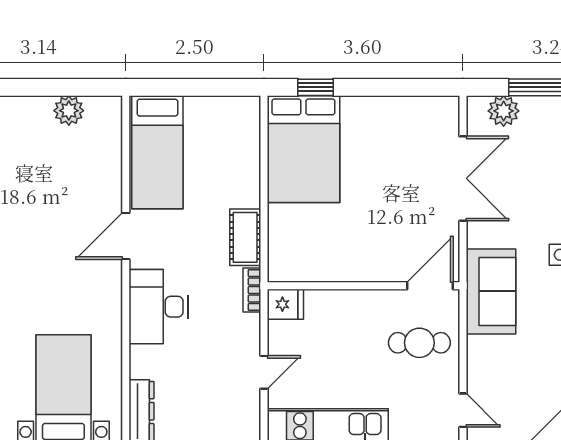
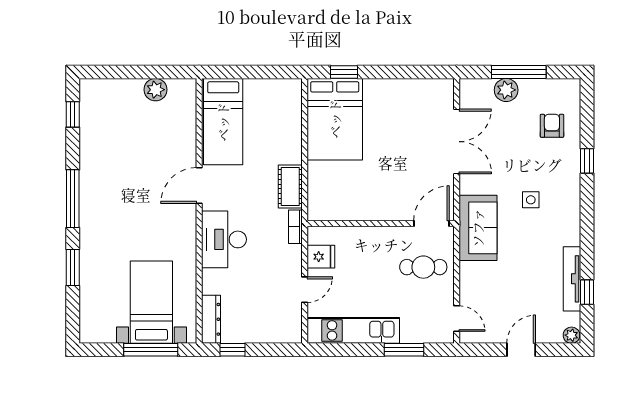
plant: (504, 111) -> (506, 90), moved
fridge: (285, 304) -> (321, 257), moved

